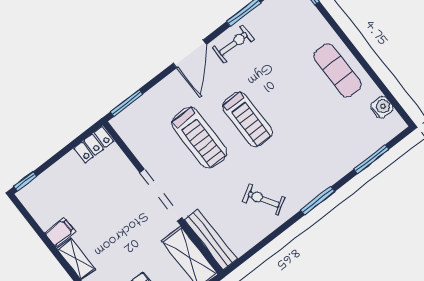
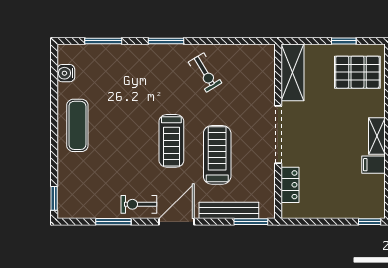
treadmill: (247, 119) -> (171, 141), turned 180
locker: (94, 145) -> (290, 185), moved, turned 90
bench: (211, 239) -> (229, 210), moved, turned 90

